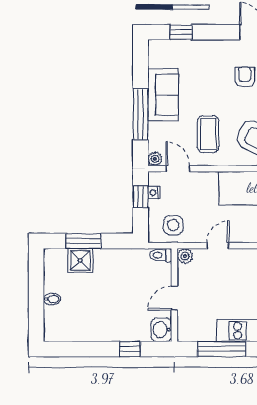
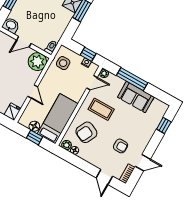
door: (218, 246) -> (33, 91), moved
plant: (185, 256) -> (37, 62), width x1.88, depth x1.88
door: (174, 298) -> (24, 42), swing flipped

